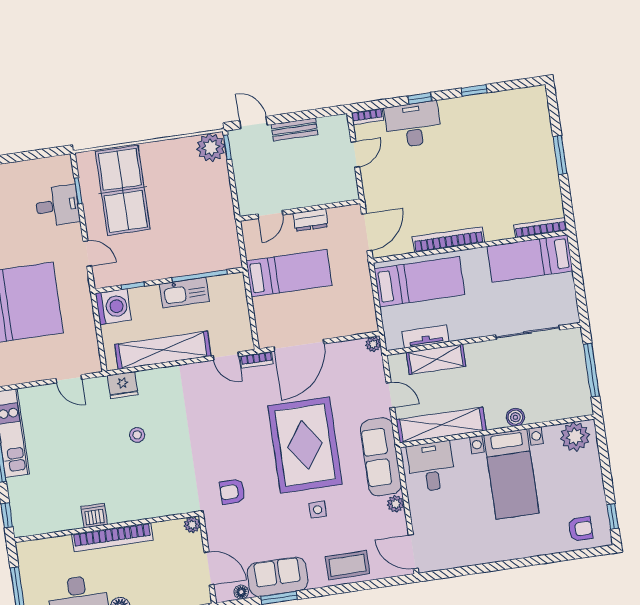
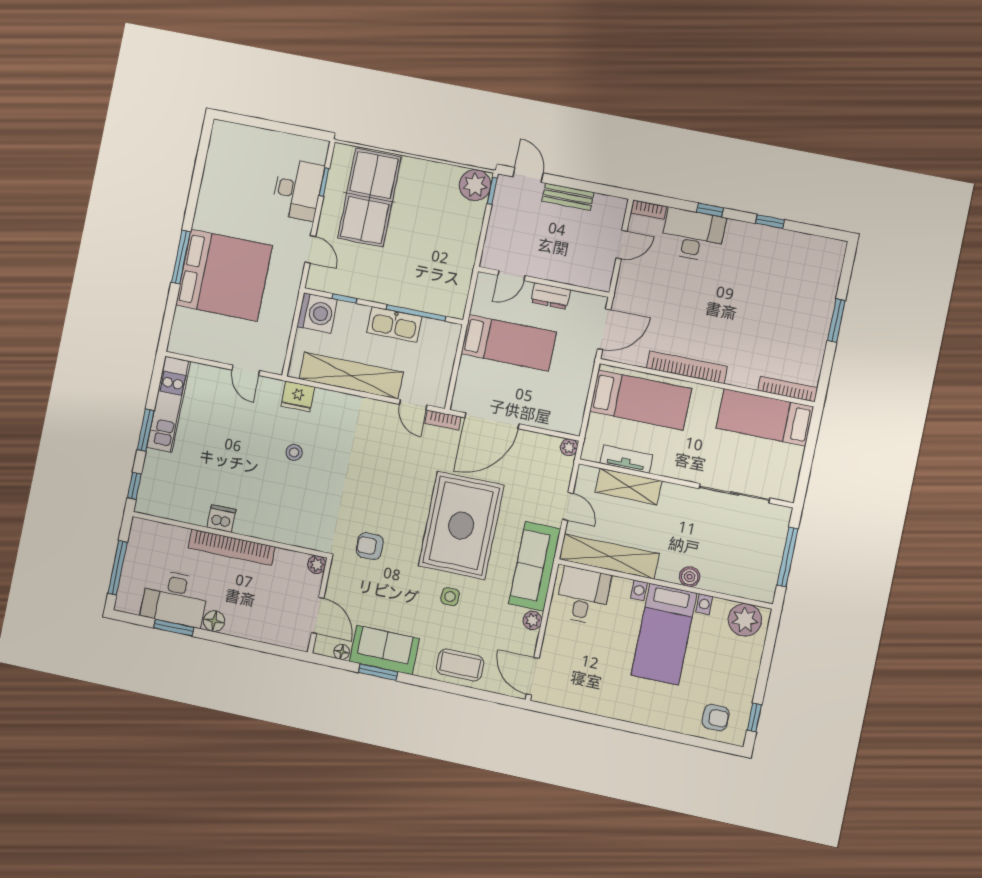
desk: (57, 206) -> (298, 190), width x1.37

